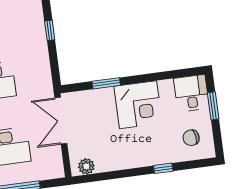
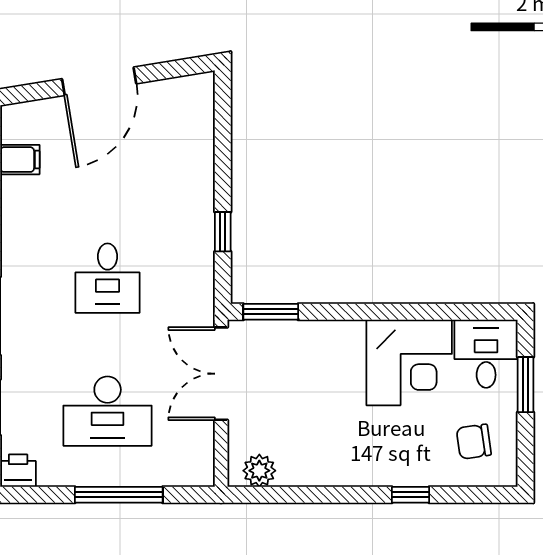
window: (50, 30) -> (223, 232), moved
window: (106, 83) -> (271, 312), moved
corner desk: (138, 105) -> (409, 362), moved

